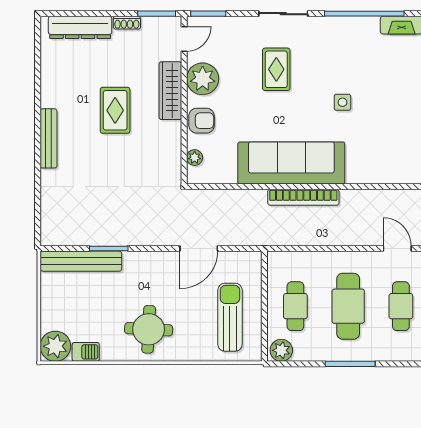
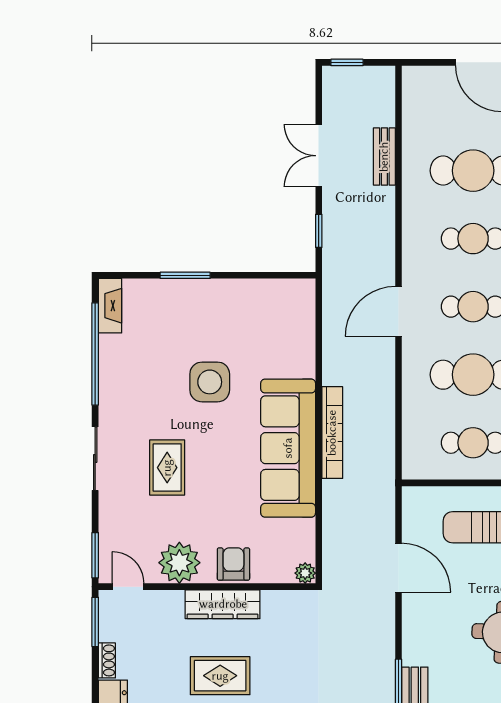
rug: (276, 69) -> (167, 468), turned 90
wardrobe: (170, 91) -> (223, 604), moved
side table: (342, 102) -> (210, 382), width x1.87, depth x1.87
plant: (195, 158) -> (305, 573), moved
door: (397, 249) -> (399, 311), width x1.38

